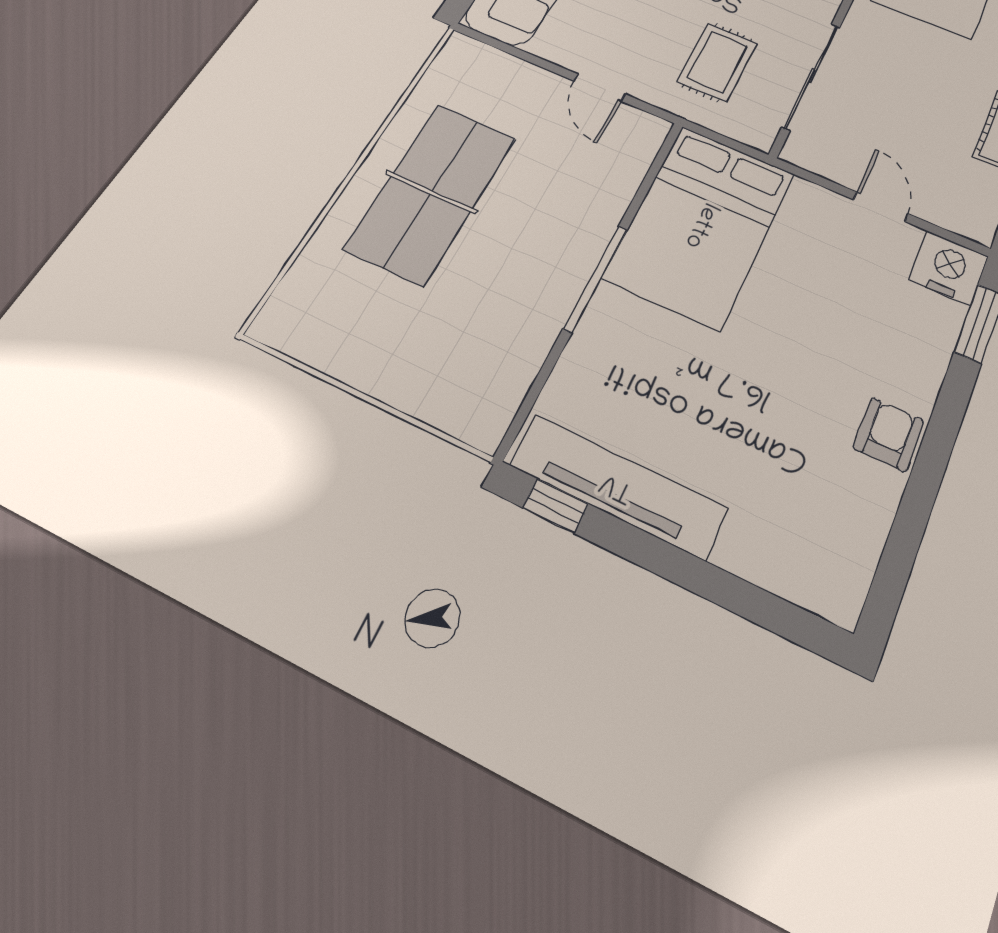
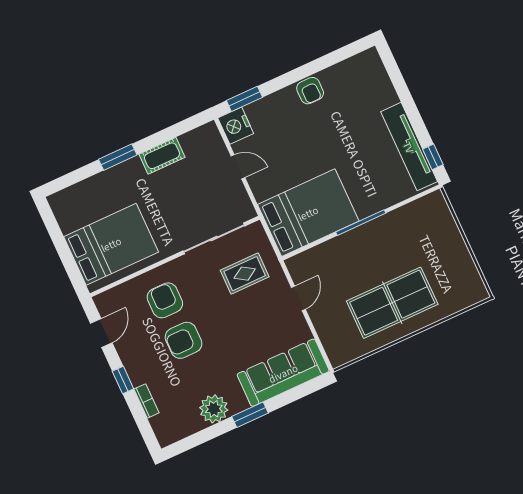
door: (881, 207) -> (238, 167), swing flipped
armchair: (889, 435) -> (310, 91), turned -90

